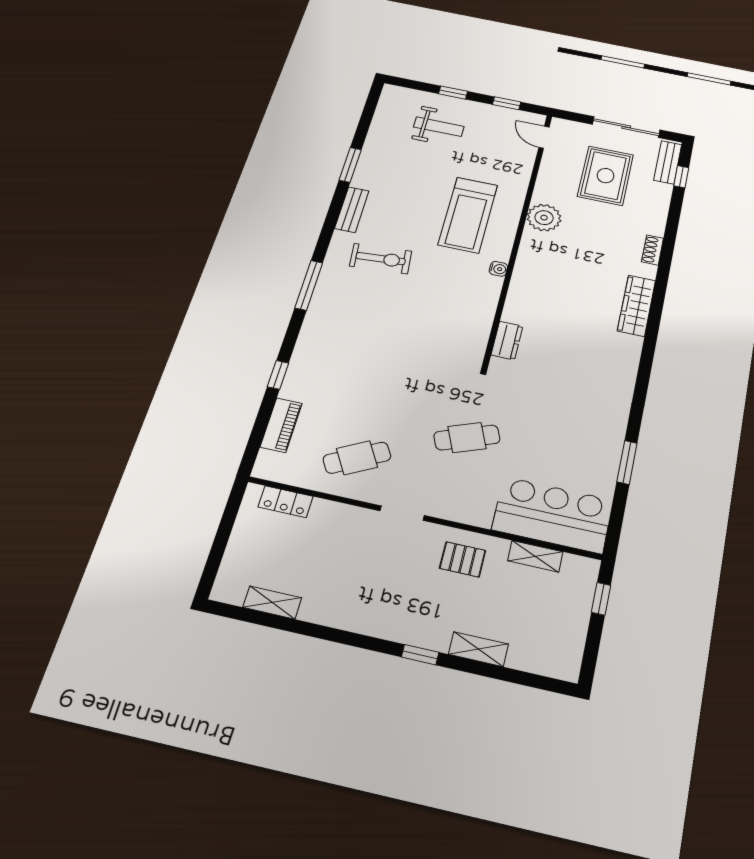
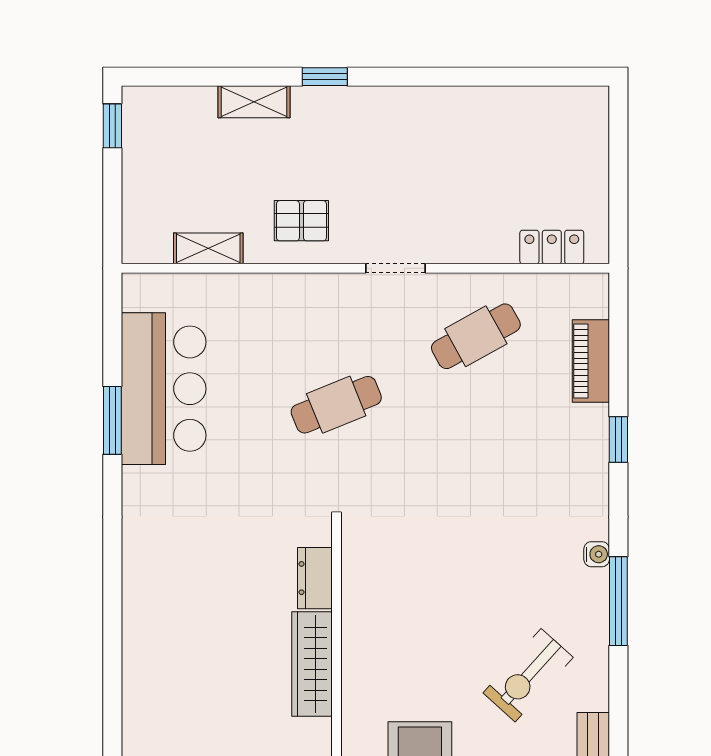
exercise bike: (381, 259) -> (528, 675), turned -43
water cooler: (498, 269) -> (597, 554), moved, turned 180
wardrobe: (636, 306) -> (312, 664), moved, turned 180
bar counter: (553, 515) -> (164, 389), moved, turned -90
window: (601, 599) -> (112, 126), moved
shelving: (272, 602) -> (528, 101), removed

